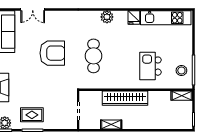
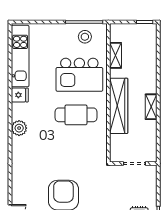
cafe table: (94, 56) -> (76, 115), moved
kitchen island: (150, 66) -> (79, 75), width x1.37, depth x1.28
shelving: (182, 96) -> (116, 55), moved
shelving: (111, 125) -> (151, 107), moved

